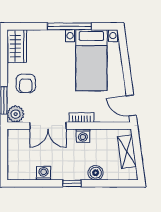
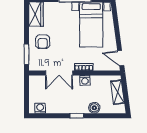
plant: (16, 114) -> (35, 64), removed
washing machine: (44, 173) -> (40, 108), moved

